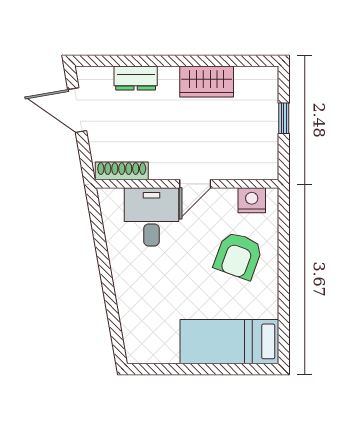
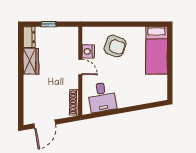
dresser: (136, 78) -> (29, 37), moved
nightstand: (252, 200) -> (88, 51), moved
desk: (152, 217) -> (102, 97), moved, turned -100

